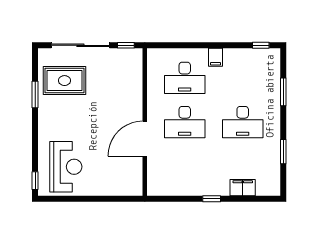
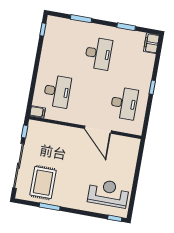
filing cabinet: (215, 57) -> (38, 112), moved
desk: (185, 122) -> (124, 103), moved
filing cabinet: (243, 188) -> (151, 43), moved

